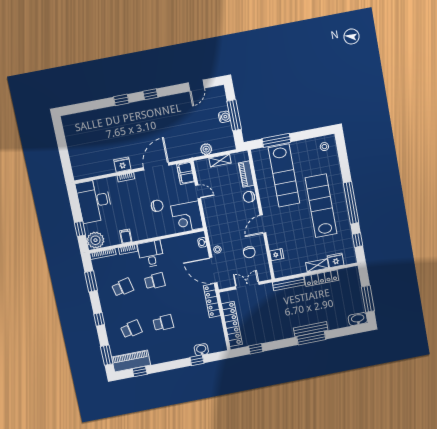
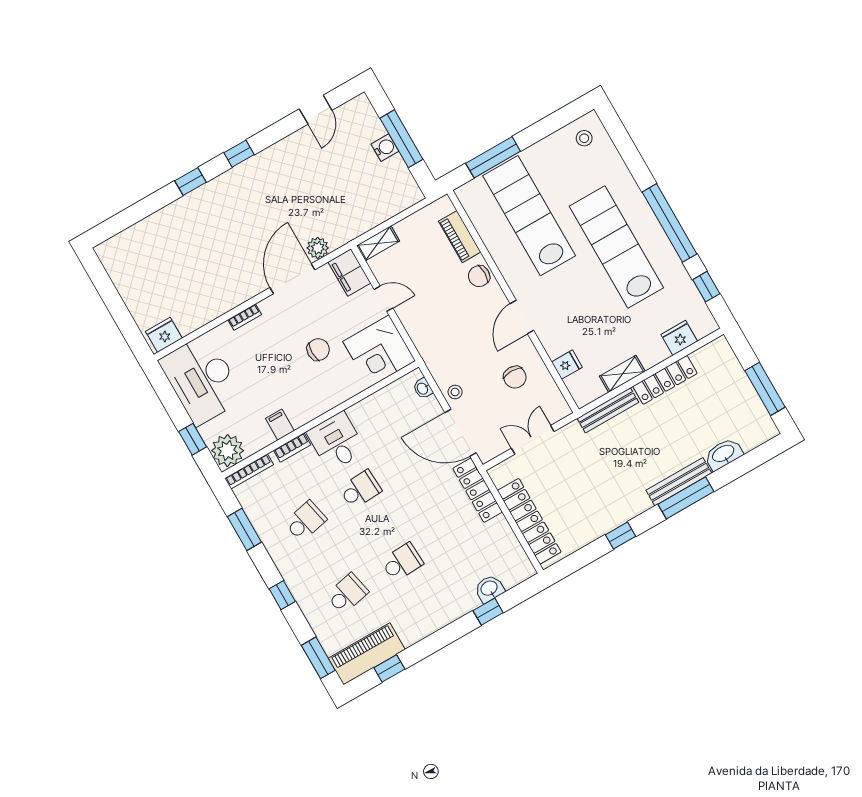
plant: (206, 149) -> (318, 248), moved
shelving: (220, 160) -> (378, 243), moved
fridge: (122, 165) -> (164, 335), moved
lab bench: (284, 176) -> (529, 216), turned 180
shelving: (317, 265) -> (622, 374), moved
washbasin: (358, 319) -> (723, 454), moved
window: (256, 349) -> (621, 535), moved

